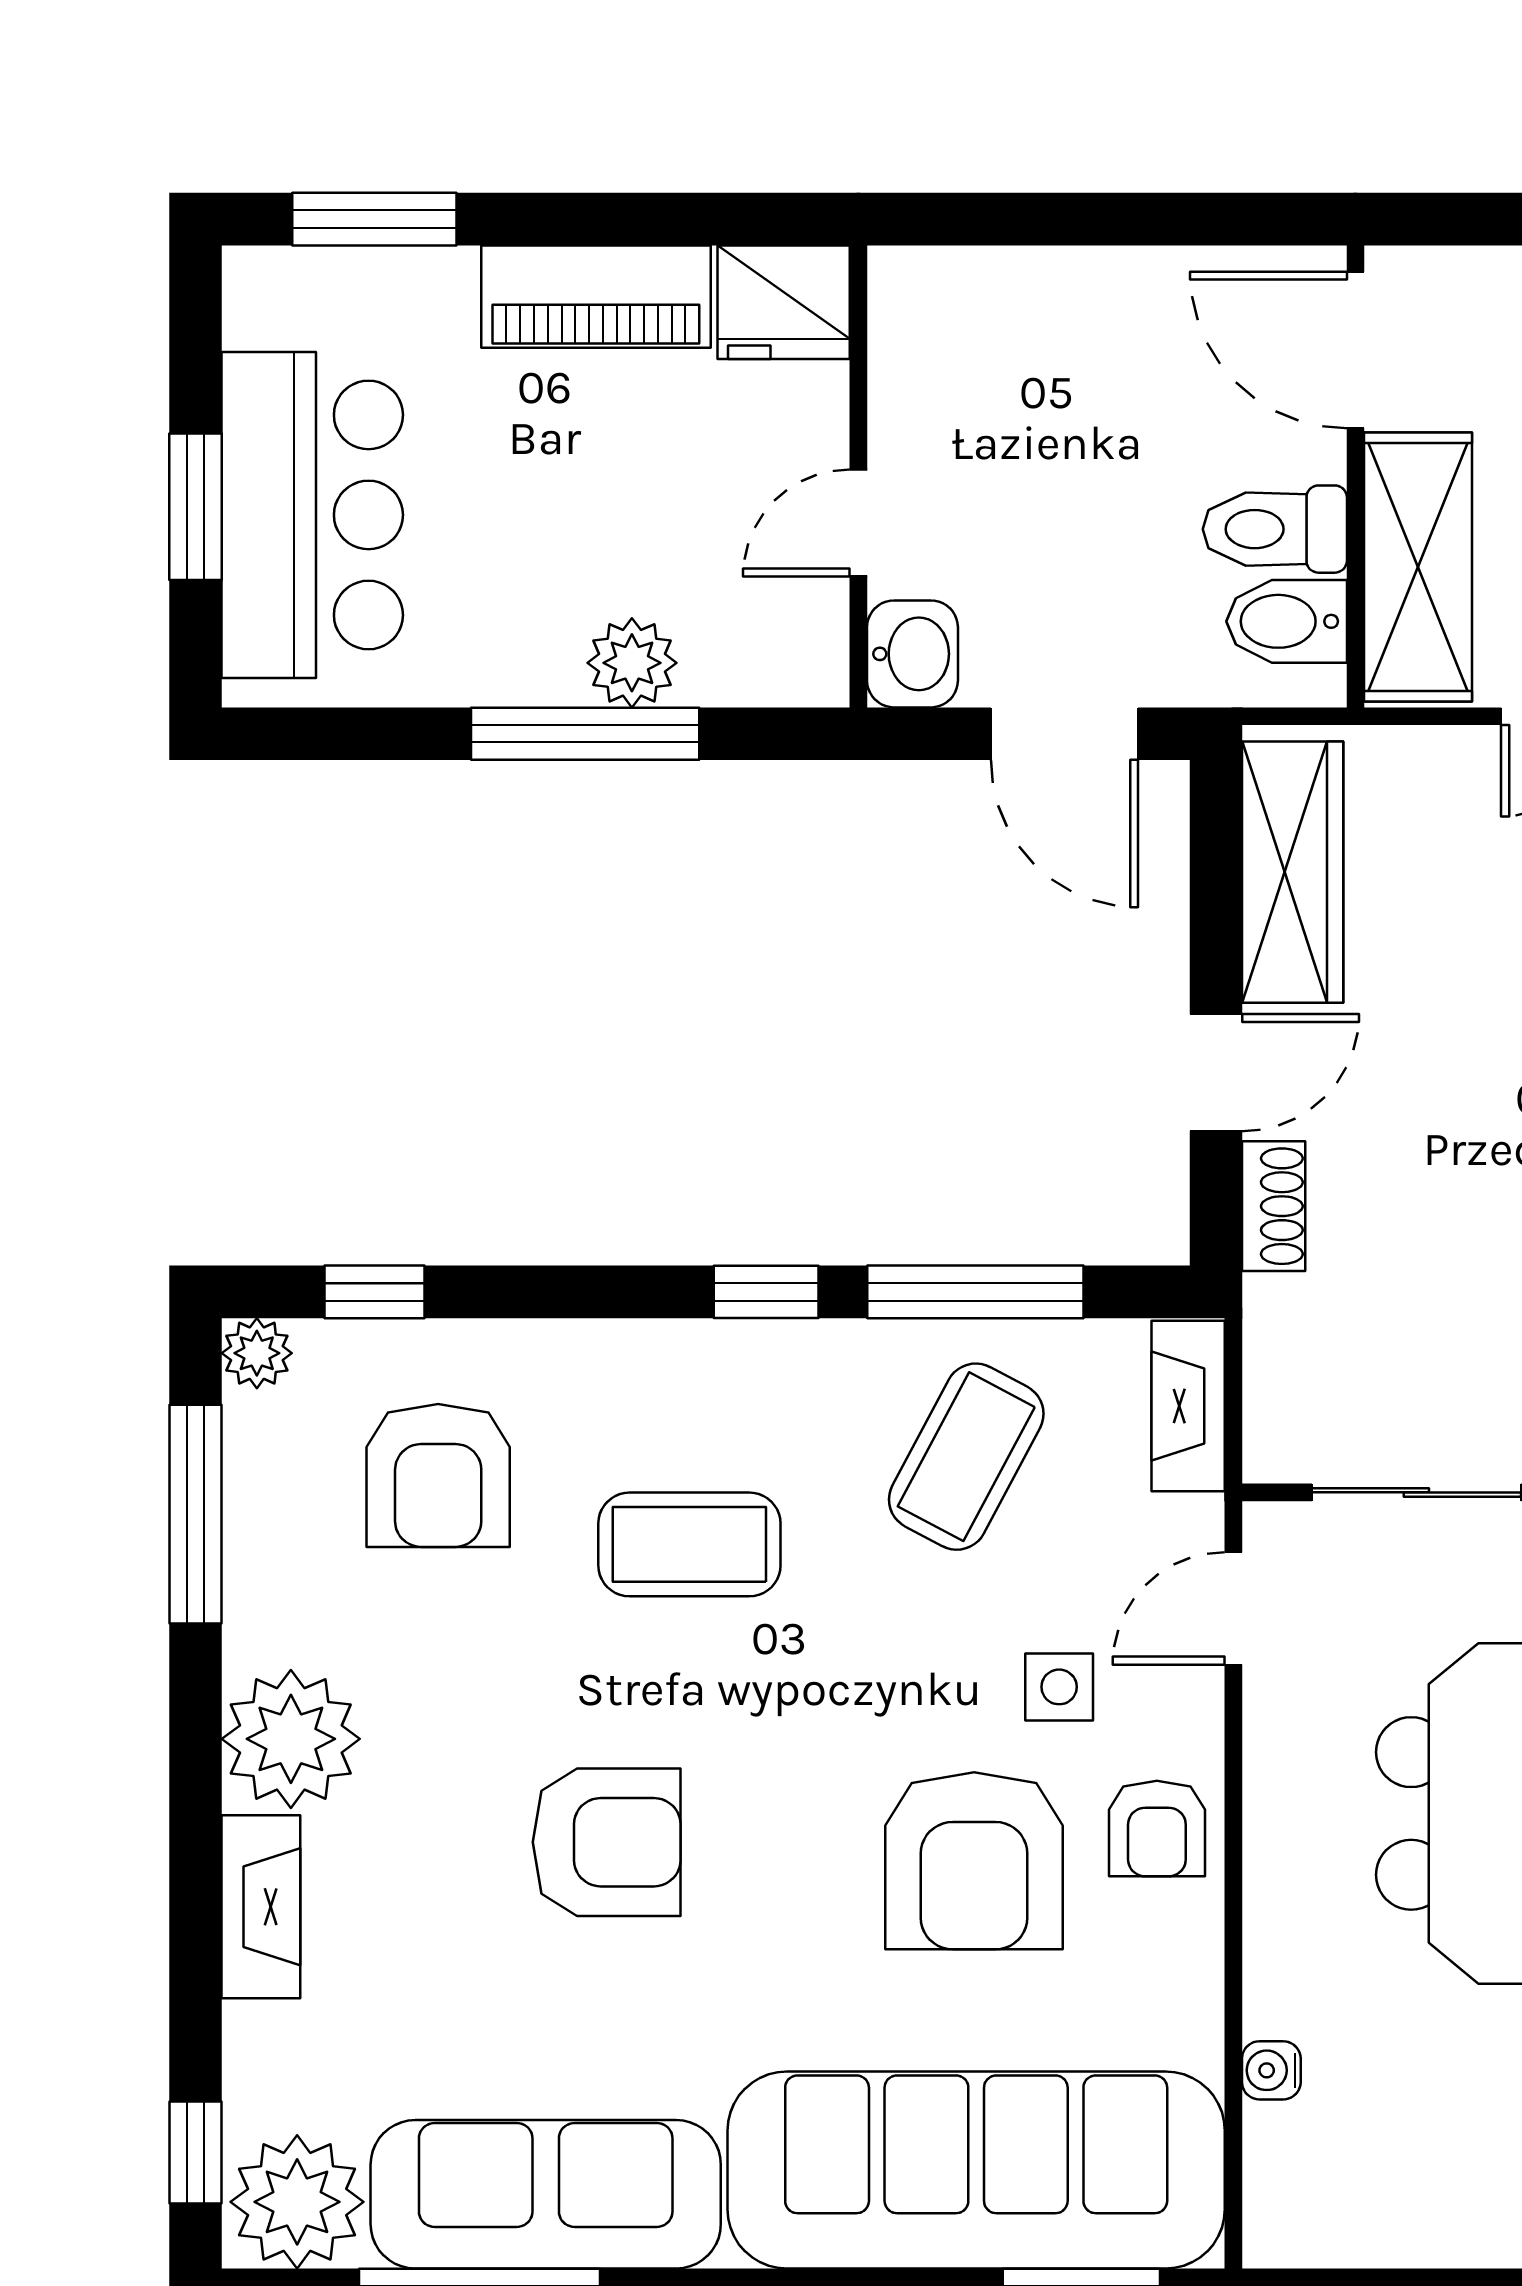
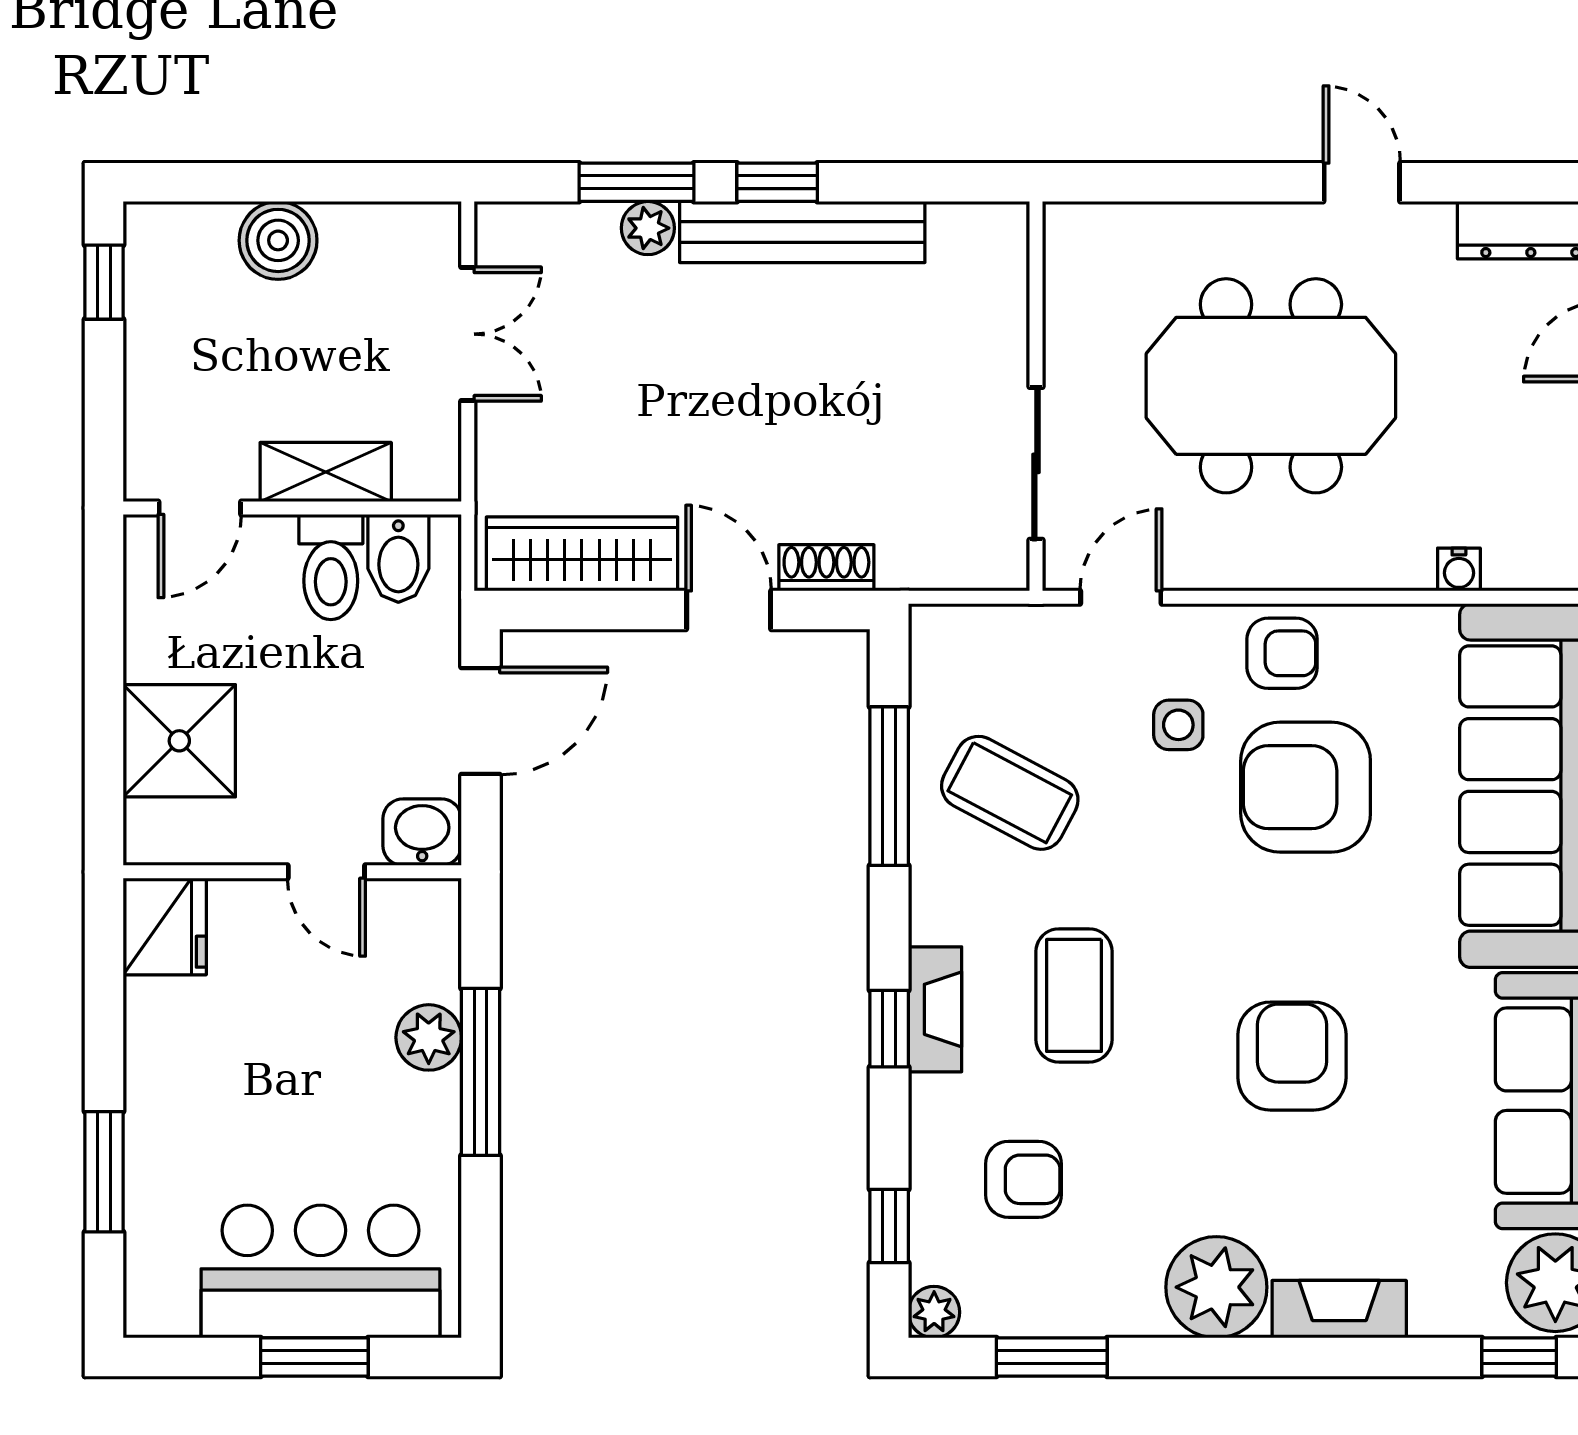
window: (374, 219) -> (104, 1172), moved
piano: (596, 297) -> (161, 1064), removed
shower: (1037, 322) -> (179, 741), added
door: (1355, 350) -> (200, 508), width x0.73
shelving: (1418, 567) -> (326, 472), width x0.67, depth x0.75
window: (766, 1292) -> (889, 1029), moved
fireplace: (1188, 1406) -> (935, 1009), moved, turned -90
armchair: (438, 1475) -> (1024, 1179), width x0.72, depth x0.72
window: (196, 1514) -> (1052, 1357), width x0.69
door: (1233, 1608) -> (1121, 597), swing flipped
armchair: (974, 1861) -> (1306, 787), turned 180

